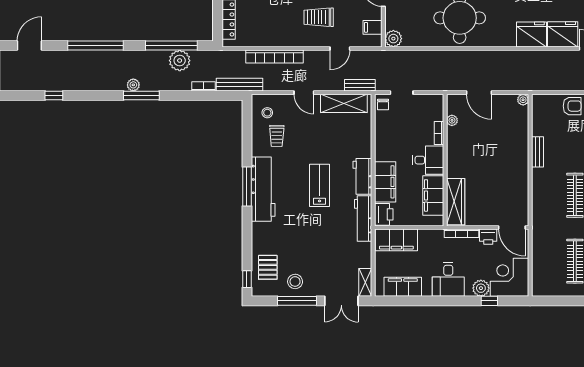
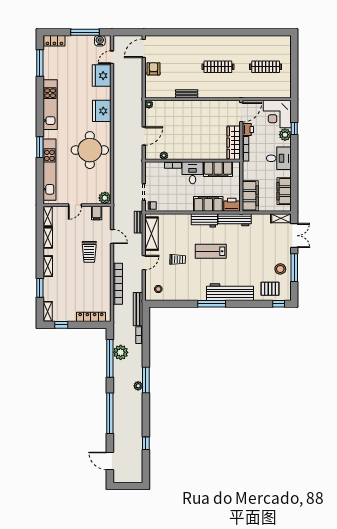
fridge: (532, 34) -> (102, 111), moved
trolley: (277, 136) -> (178, 259), moved
workbench: (263, 189) -> (230, 292), moved
wardrobe: (456, 202) -> (234, 143), moved, turned -90

